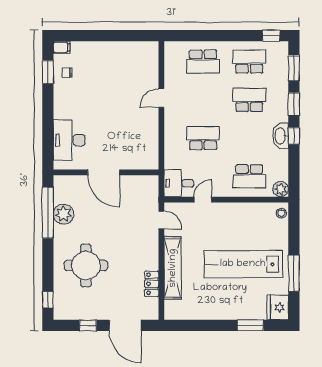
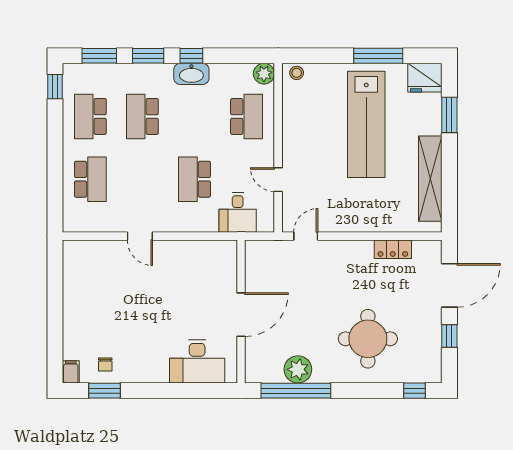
desk: (179, 183) -> (238, 212), moved
shelving: (173, 268) -> (430, 179), moved, turned 90

